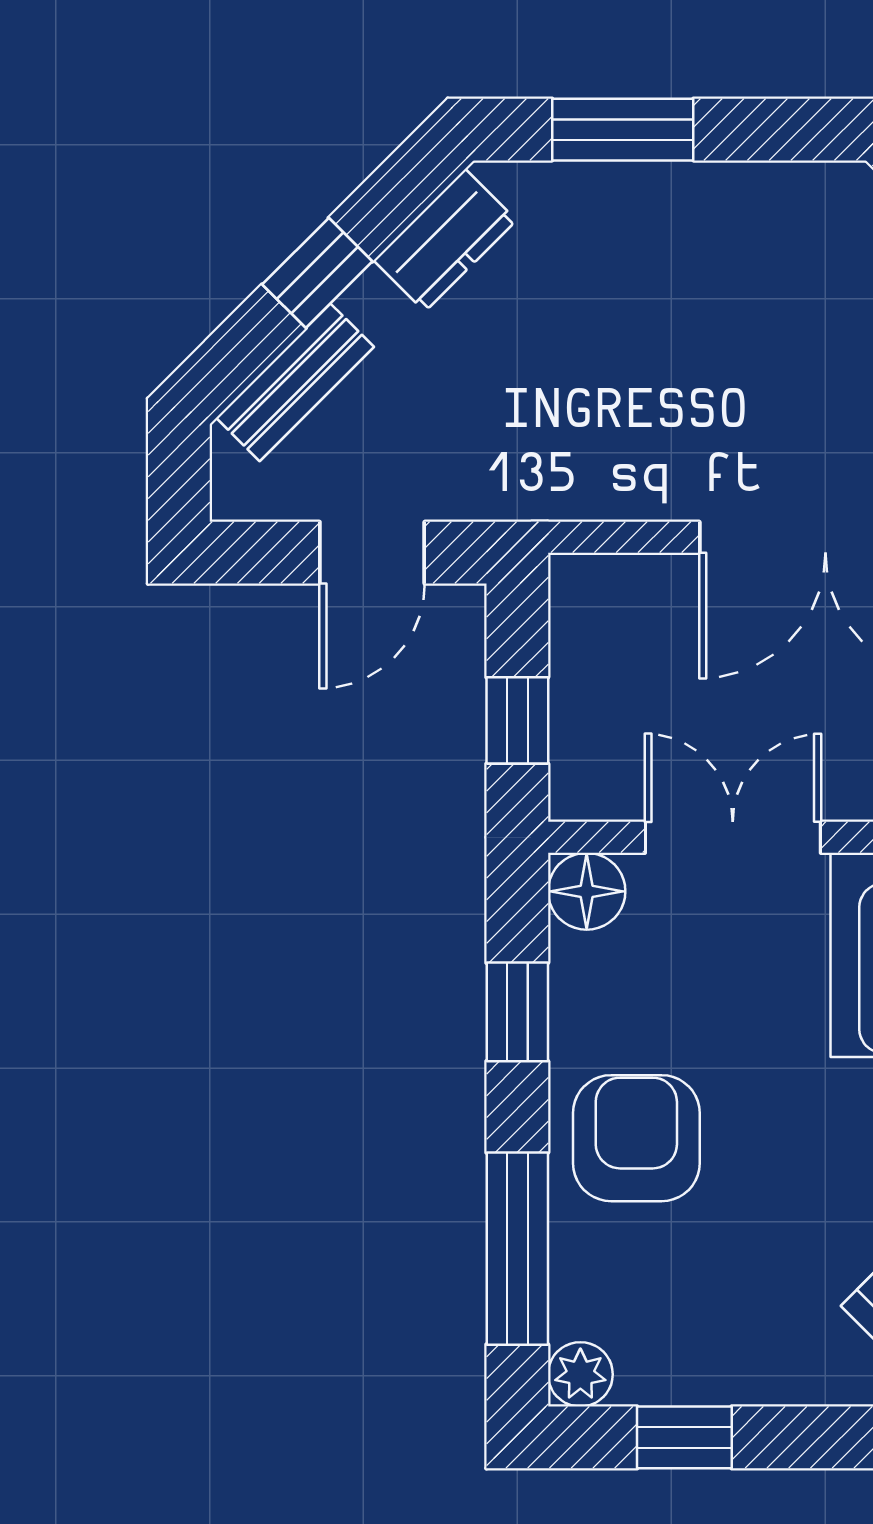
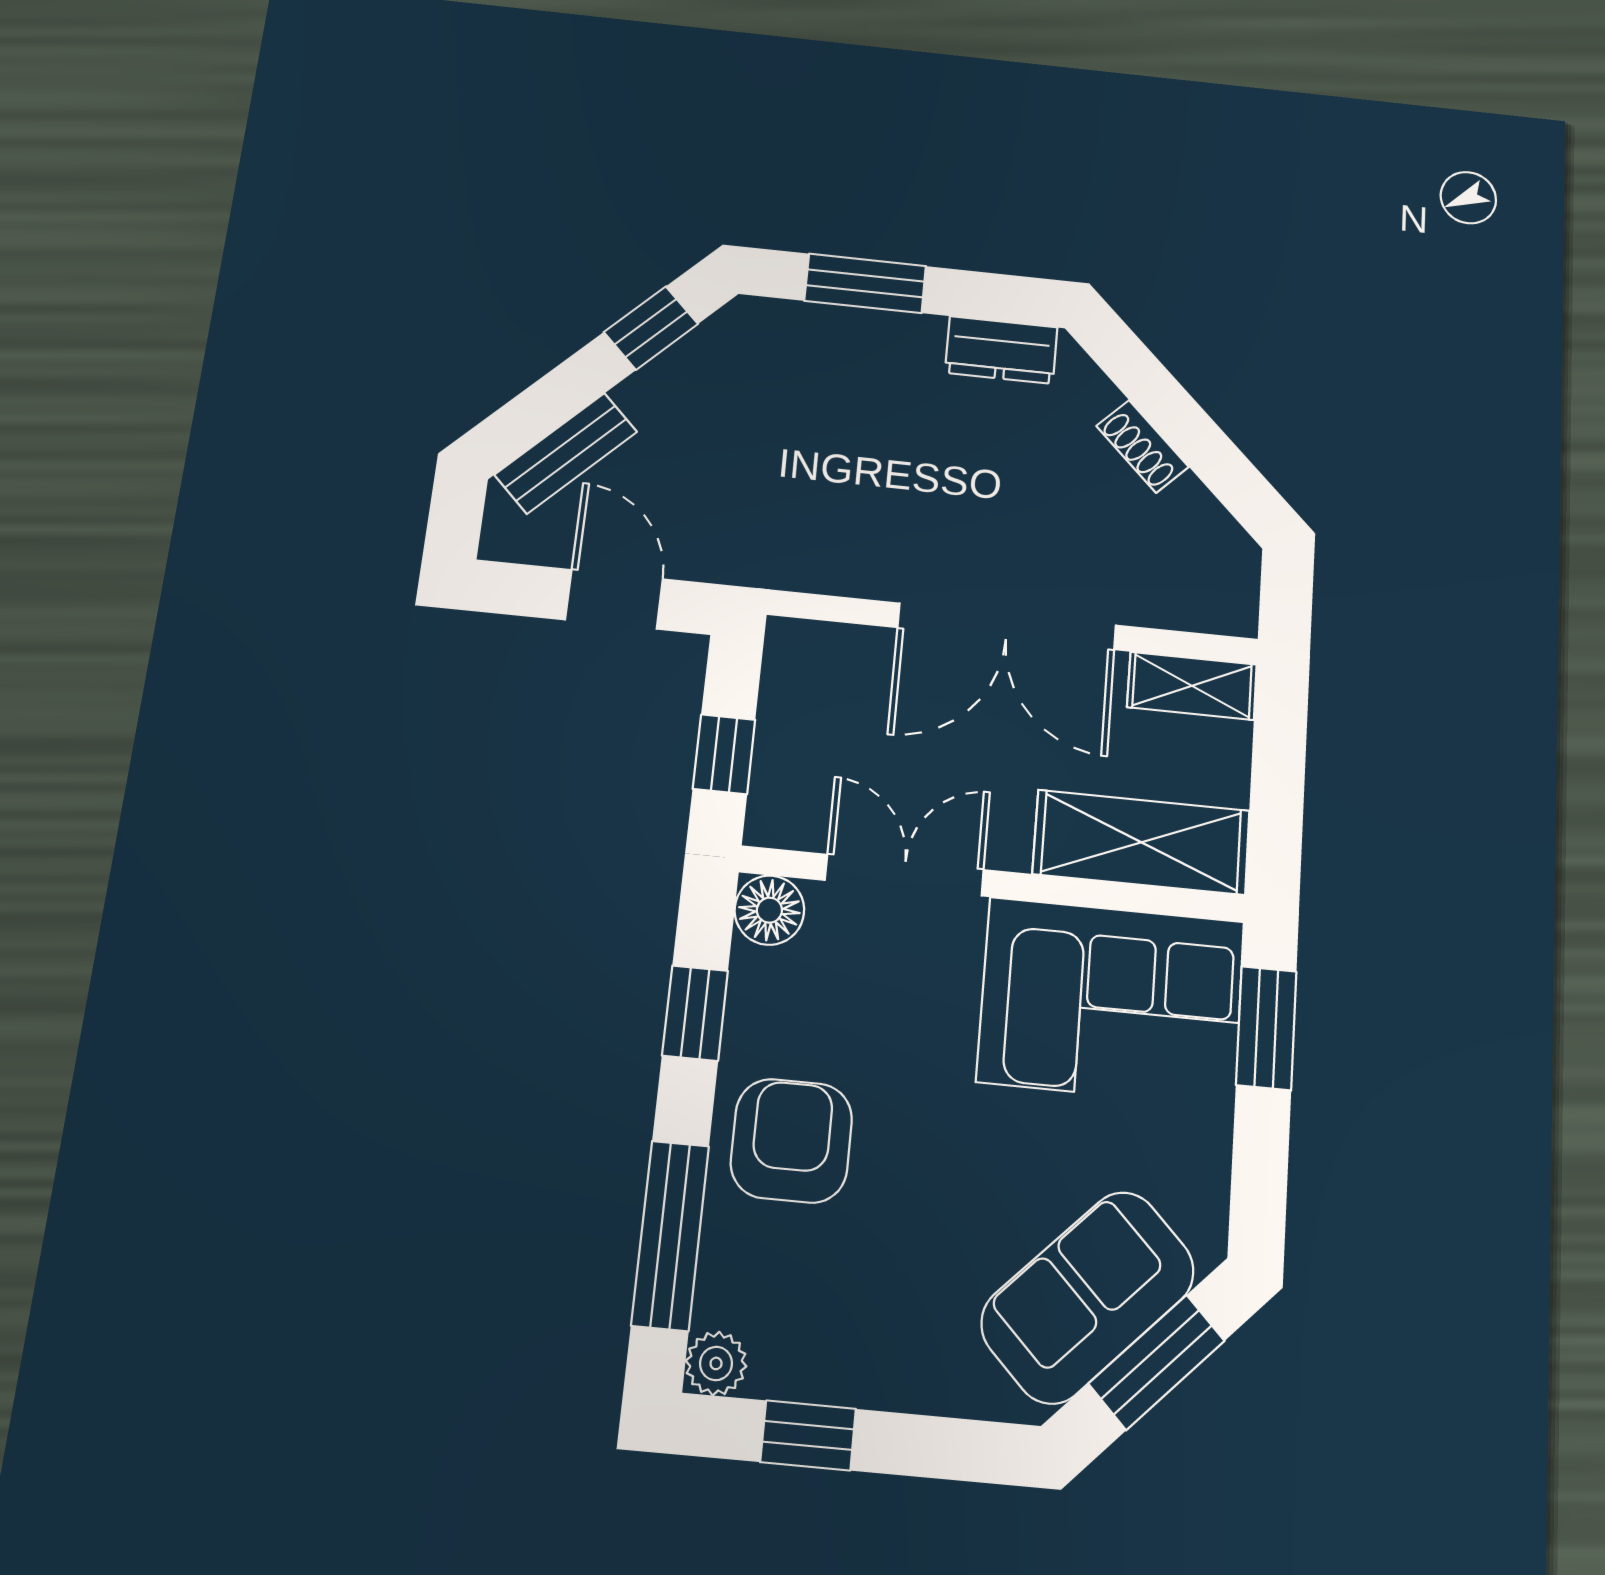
dresser: (445, 240) -> (1001, 350), moved, turned 45
window: (317, 273) -> (651, 328), moved
door: (372, 553) -> (614, 599), swing flipped

